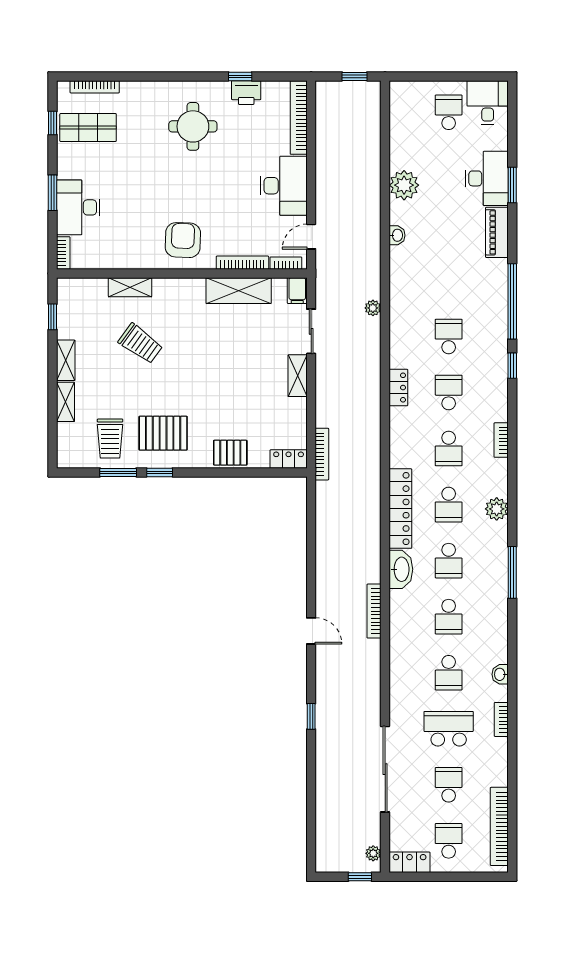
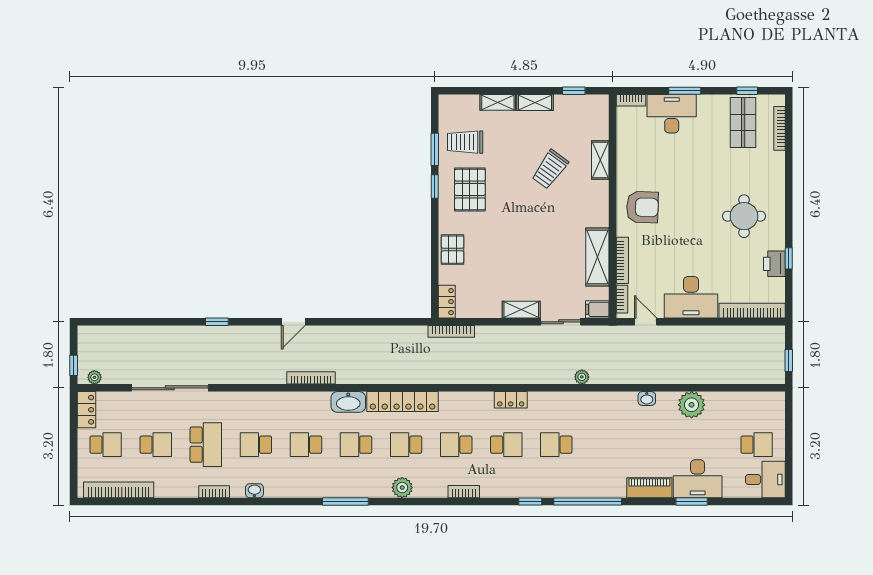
school desk: (449, 336) -> (556, 445), turned 180

